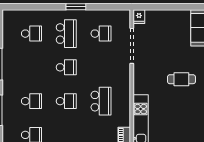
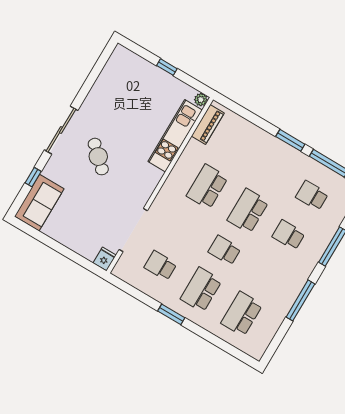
school desk: (31, 34) -> (242, 314), width x1.85
cafe table: (181, 79) -> (98, 157), turned 43
school desk: (66, 101) -> (248, 211), width x1.85

